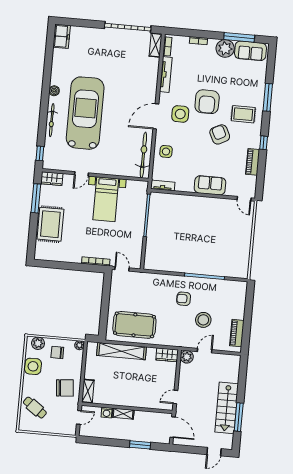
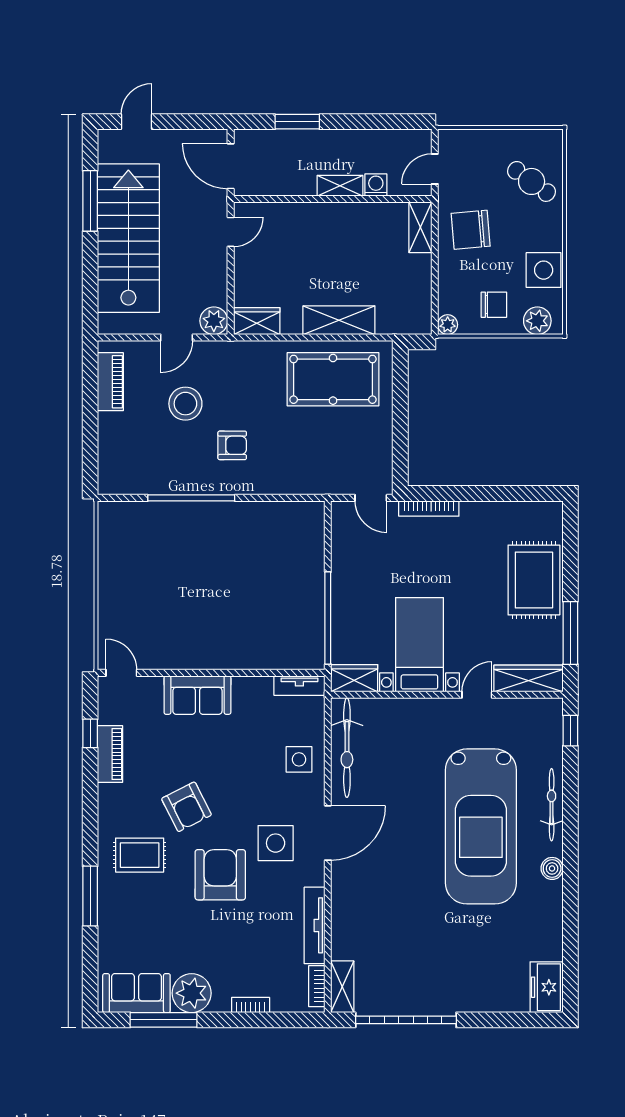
window: (264, 143) -> (90, 733), moved
wardrobe: (52, 179) -> (529, 678), width x1.50
wardrobe: (137, 187) -> (354, 678), added
shelving: (121, 351) -> (339, 320), width x0.68
stairs: (227, 408) -> (128, 238), width x1.36, depth x1.51

